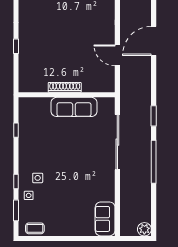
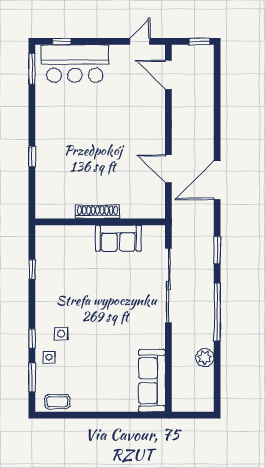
door: (154, 41) -> (217, 180), moved
sofa: (74, 107) -> (118, 238), width x0.73
sofa: (105, 219) -> (152, 381), width x1.36
plant: (144, 229) -> (205, 358), moved

